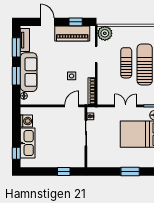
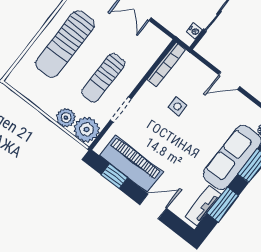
door: (47, 22) -> (153, 206), swing flipped
plant: (118, 31) -> (66, 118), added
sun lounger: (126, 63) -> (103, 78), moved
door: (72, 106) -> (229, 81), moved

